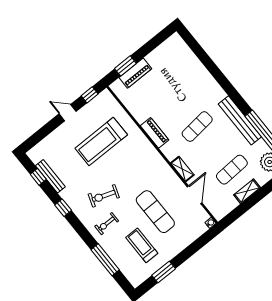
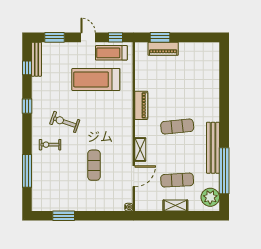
window: (41, 134) -> (54, 37), added
bench: (50, 176) -> (36, 59), moved
exercise mat: (155, 212) -> (94, 165), width x0.73, depth x0.69
treadmill: (142, 245) -> (111, 53), moved, turned -90

